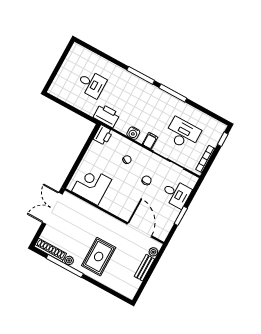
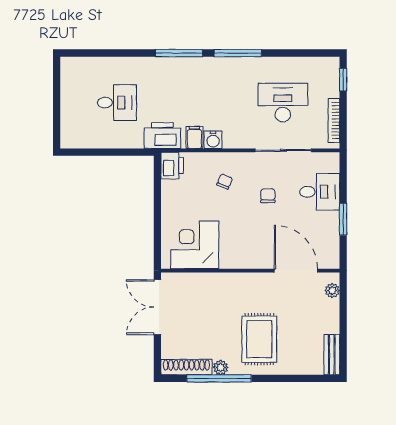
filing cabinet: (150, 141) -> (194, 137), moved
bench: (144, 268) -> (332, 355), moved

